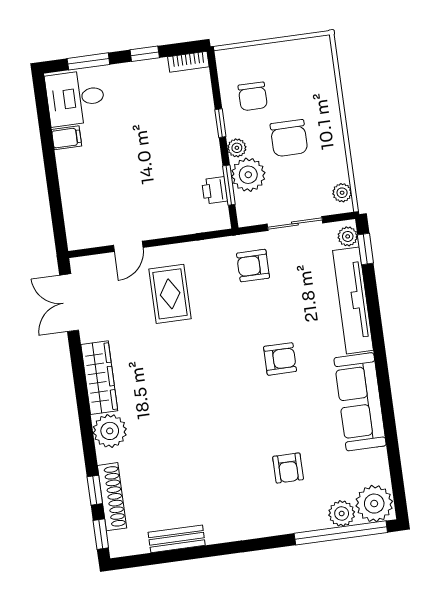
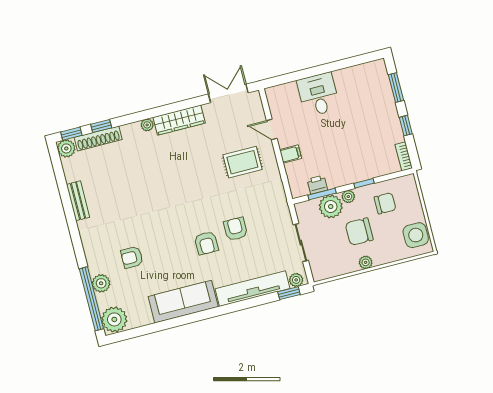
side table: (303, 58) -> (416, 235), added
chair: (253, 96) -> (385, 203), turned 180
desk: (75, 98) -> (318, 95), moved
filing cabinet: (67, 138) -> (291, 154), moved, turned -90
plant: (342, 193) -> (366, 262), moved
armchair: (253, 266) -> (236, 229), moved
plant: (110, 431) -> (147, 125), width x0.53, depth x0.53
plant: (342, 513) -> (101, 283), moved
bench: (177, 539) -> (78, 201), moved
plant: (121, 544) -> (66, 148), added

